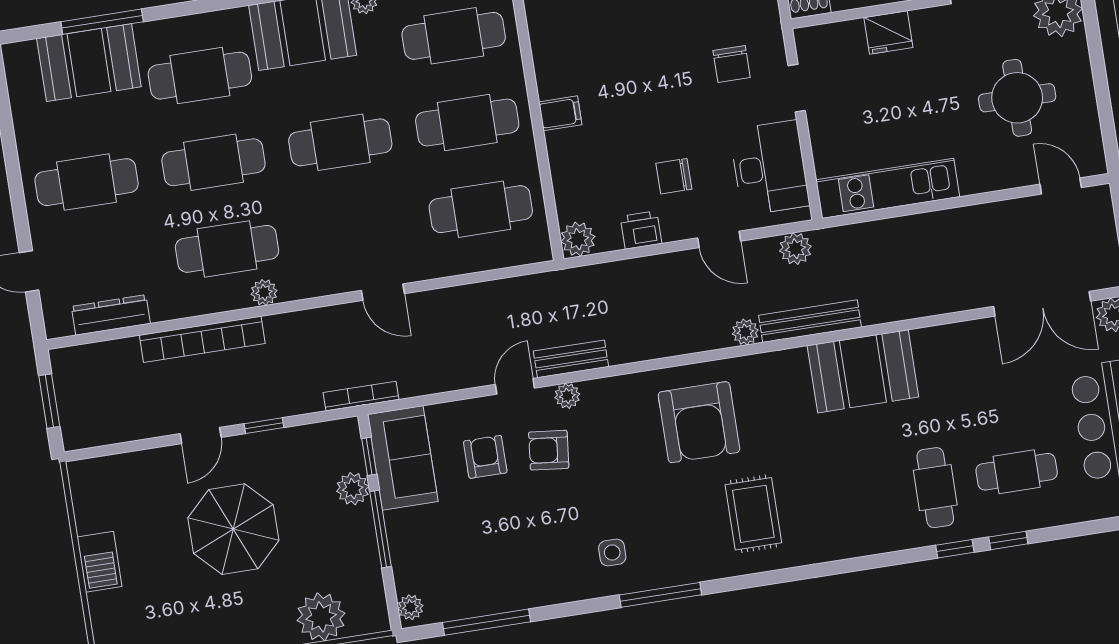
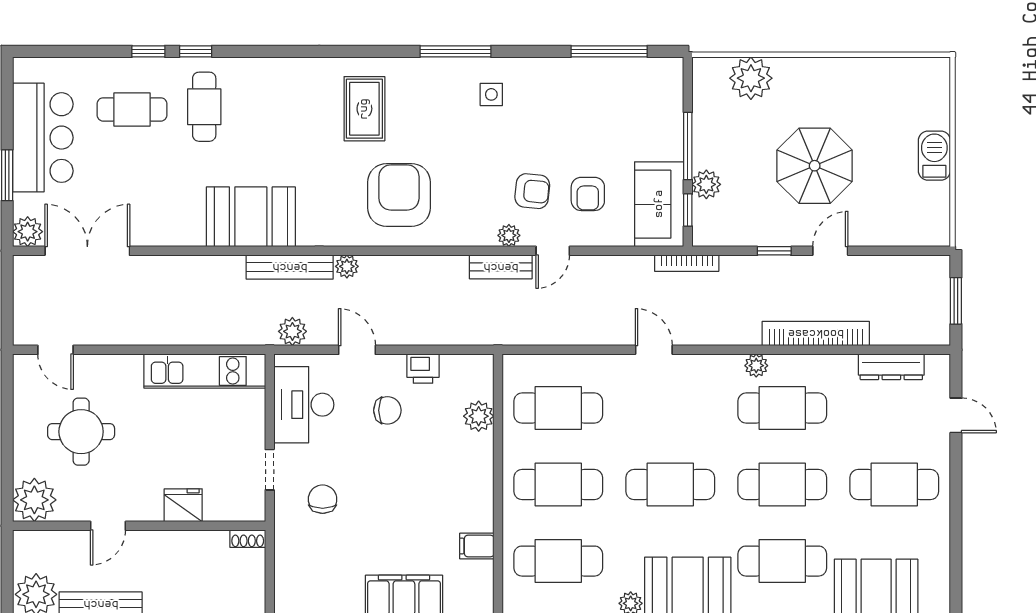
filing cabinet: (560, 113) -> (477, 546), moved
plant: (578, 239) -> (479, 416), moved
plant: (411, 607) -> (673, 74), removed

